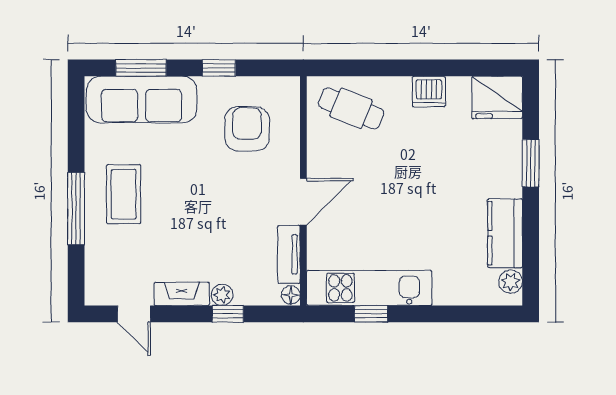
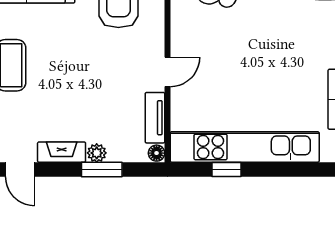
door: (303, 202) -> (168, 72), width x0.73
kitchen unit: (369, 288) -> (245, 147), width x1.36
window: (228, 314) -> (102, 169), width x1.50

